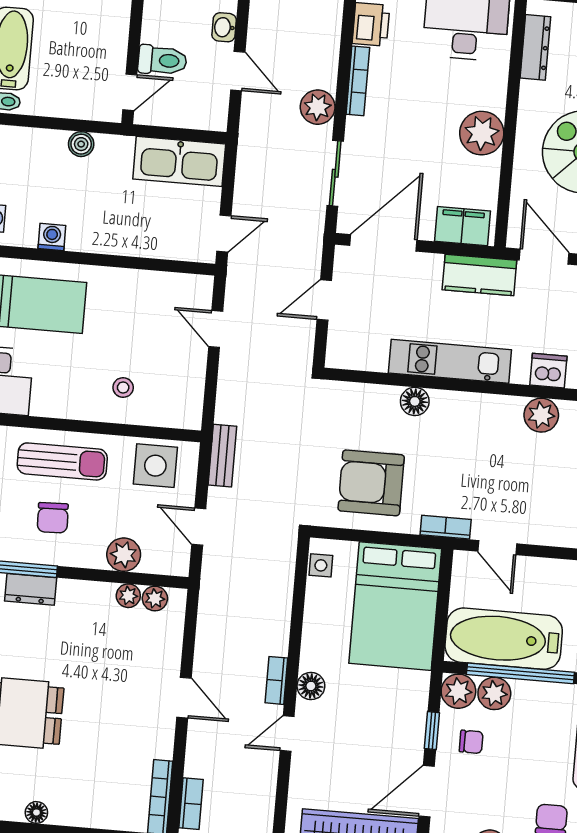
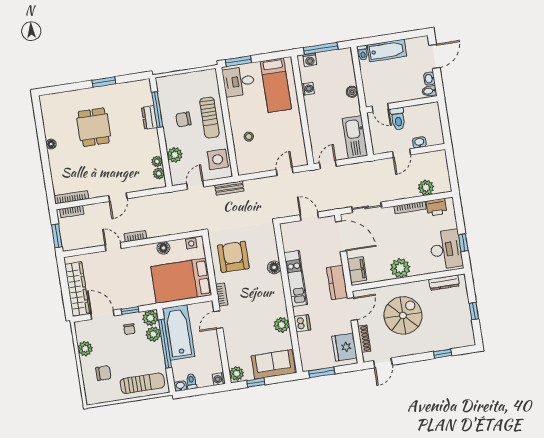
plant: (318, 107) -> (426, 188), moved
door: (224, 233) -> (328, 165), swing flipped
floor lamp: (311, 686) -> (163, 248), moved

